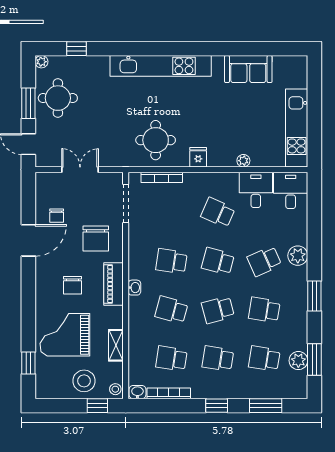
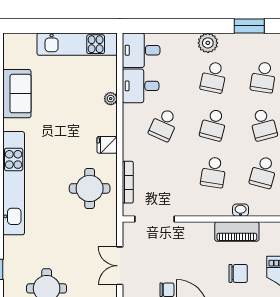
chair: (96, 239) -> (190, 250), removed
school desk: (264, 261) -> (214, 77), turned 36

